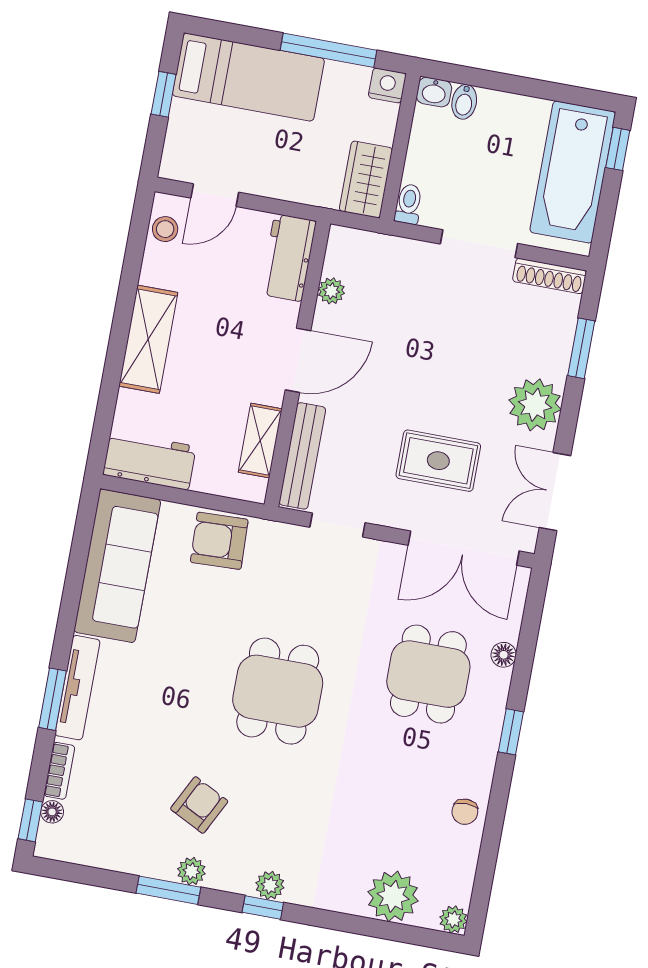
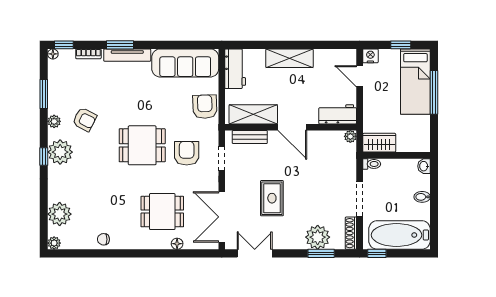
window: (328, 50) -> (434, 92), moved
nightstand: (387, 85) -> (370, 56), moved, turned -90
bidet: (464, 102) -> (422, 197), moved
window: (618, 149) -> (377, 253), moved
stool: (165, 229) -> (340, 57), removed
plant: (331, 291) -> (350, 136), moved
plant: (535, 405) -> (318, 237), moved
shelving: (260, 441) -> (253, 114), width x1.50, depth x1.33
bench: (302, 456) -> (250, 137), width x0.73
rug: (438, 461) -> (272, 198), moved
armchair: (312, 598) -> (187, 153), added
window: (511, 732) -> (143, 253), removed
floor lamp: (52, 812) -> (53, 54), moved
plant: (270, 885) -> (60, 152), width x1.88, depth x1.88
window: (168, 890) -> (44, 94), moved

